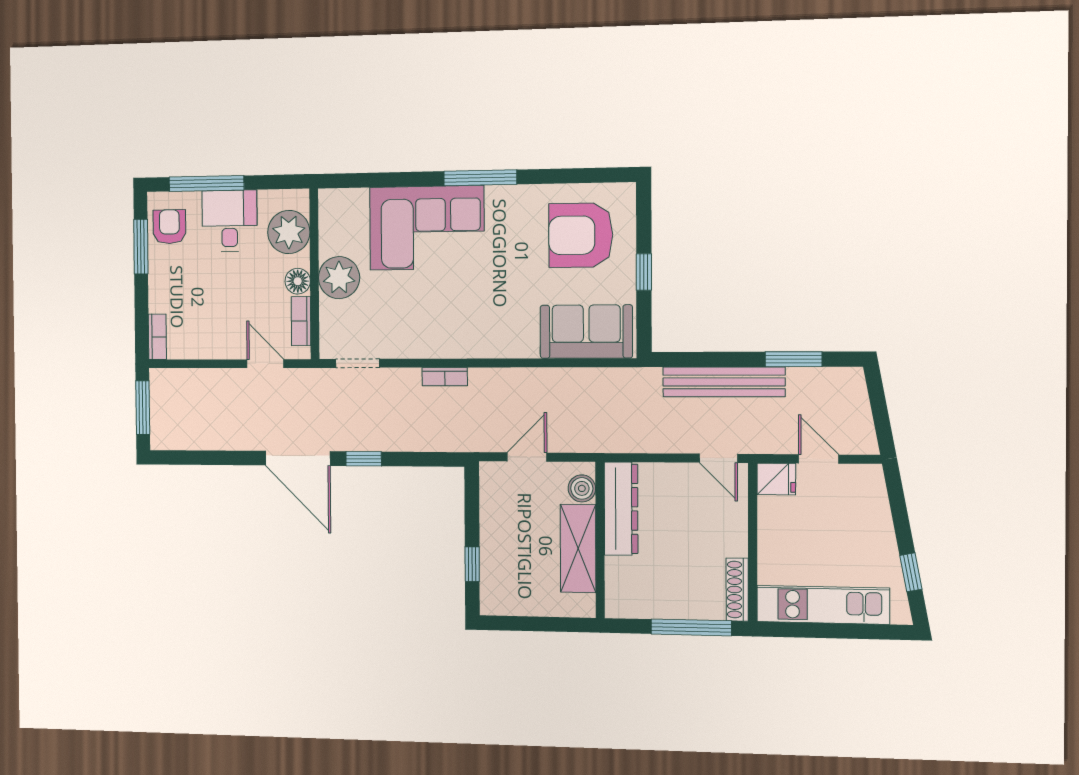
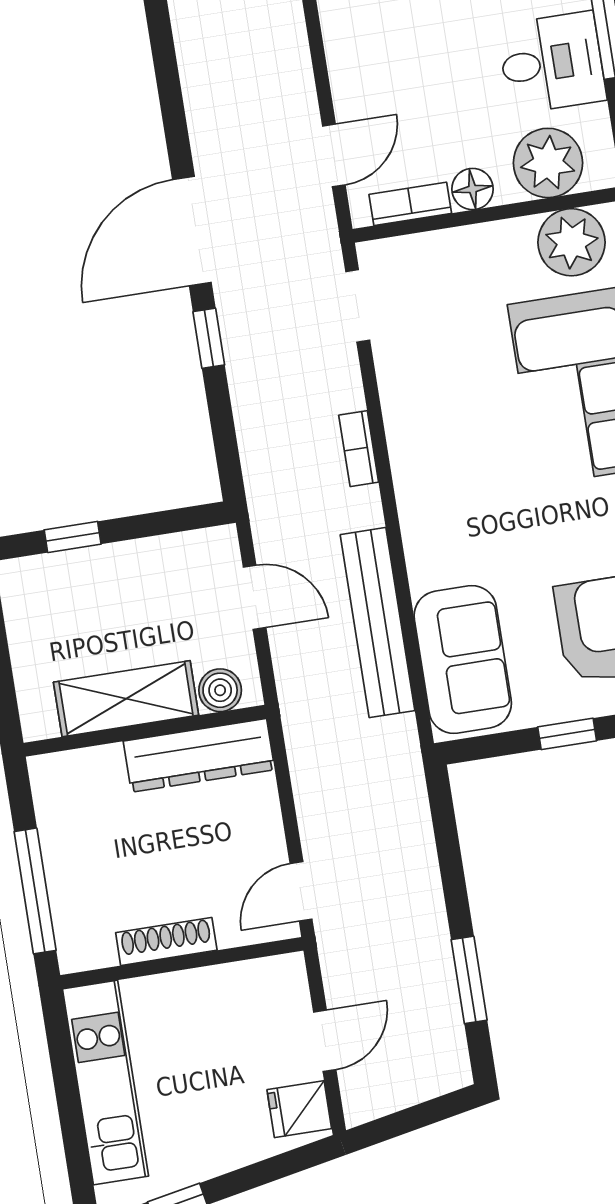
plant: (339, 278) -> (571, 242), moved
bench: (724, 382) -> (377, 623), moved
fridge: (776, 479) -> (299, 1109), moved, turned 90
shoe rack: (737, 590) -> (166, 941), moved

